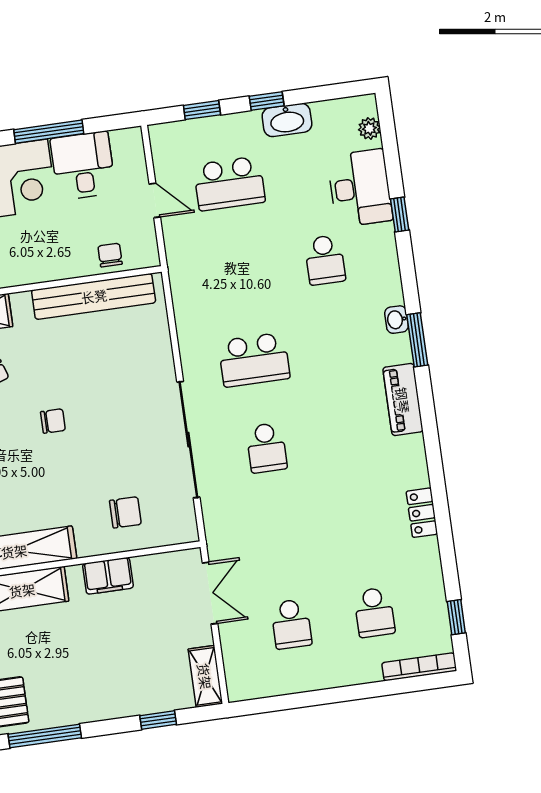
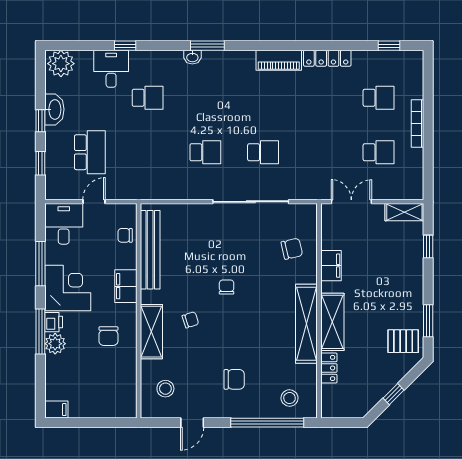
plant: (369, 128) -> (61, 64), width x1.88, depth x1.88
desk: (83, 166) -> (64, 224), moved, turned 90
desk: (360, 188) -> (111, 69), width x0.73
filing cabinet: (33, 267) -> (126, 286), added
school desk: (254, 360) -> (205, 152), width x0.54
piano: (403, 400) -> (279, 60), moved
chair: (125, 512) -> (292, 249), turned 77
locker: (422, 513) -> (327, 58), width x1.53
bookcase: (419, 667) -> (418, 123), moved
window: (45, 736) -> (428, 321), width x0.69

